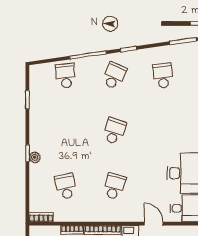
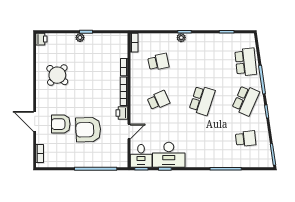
school desk: (66, 76) -> (246, 62), width x1.85
school desk: (114, 76) -> (246, 100), width x1.85
school desk: (114, 131) -> (202, 100), width x1.85
school desk: (114, 186) -> (158, 100), turned -39

